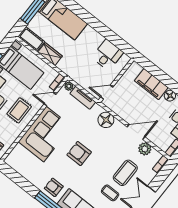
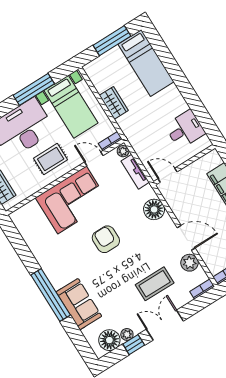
cot: (31, 39) -> (97, 76), removed
armchair: (54, 187) -> (59, 270), removed
coffee table: (110, 193) -> (127, 302), removed

